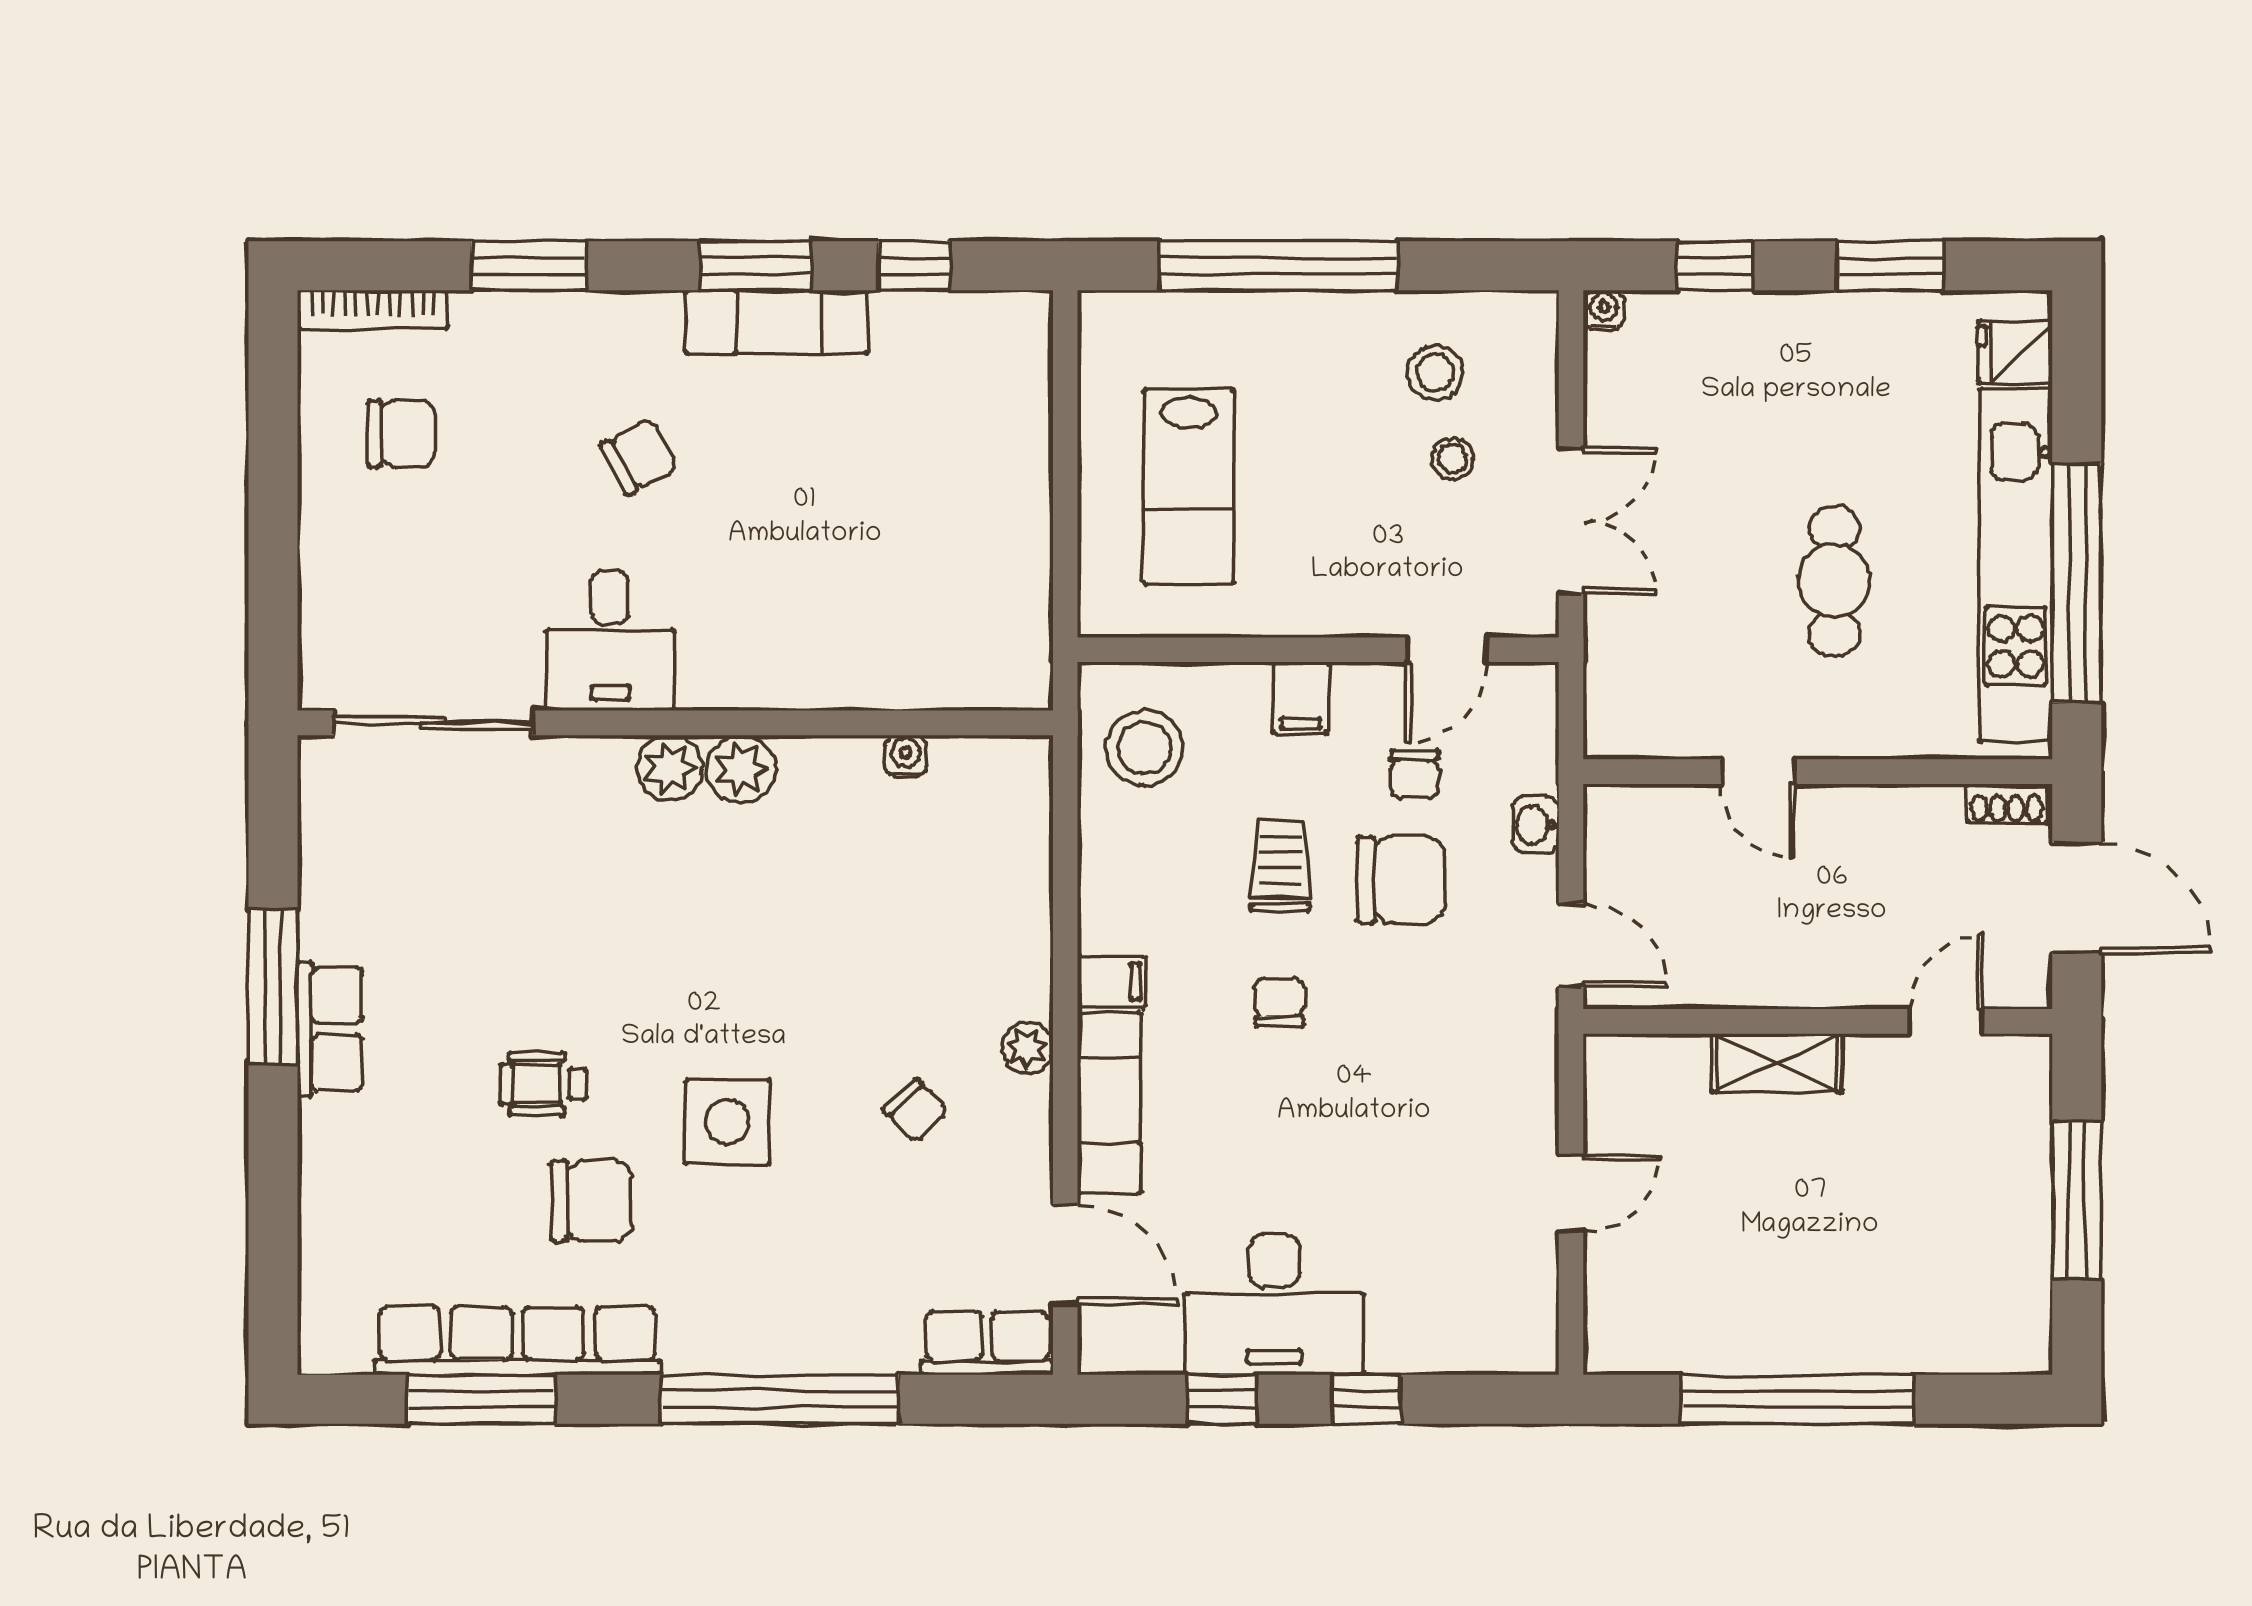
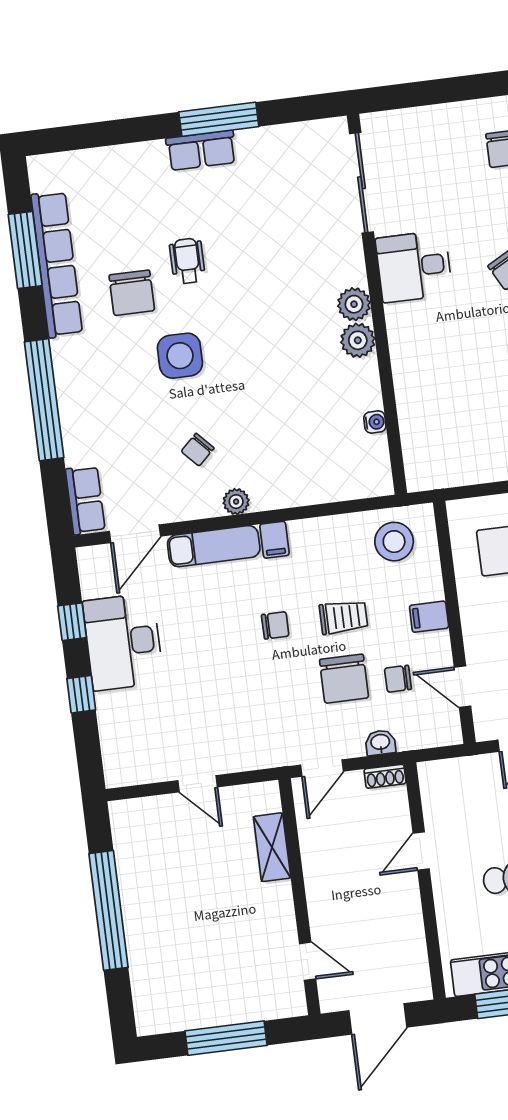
shoe rack: (2007, 803) -> (385, 776), moved, turned -90
shelving: (1777, 1063) -> (272, 847), moved

